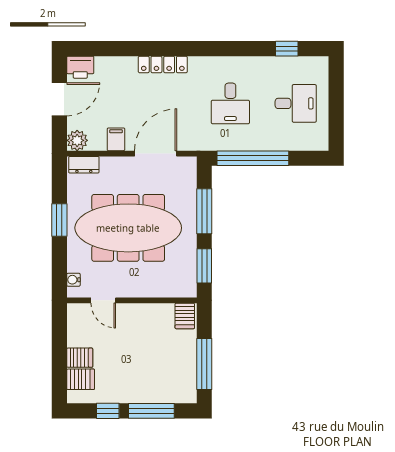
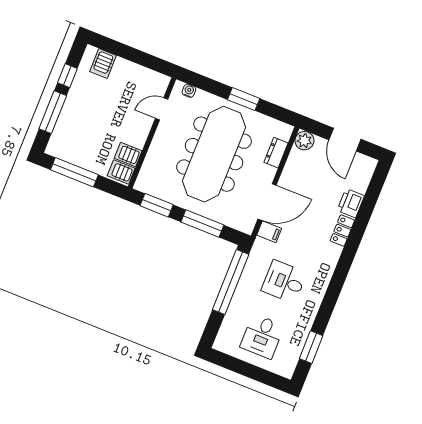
window: (287, 49) -> (311, 347), width x1.50
locker: (163, 64) -> (342, 231), width x0.66
printer: (80, 67) -> (351, 203), moved
filing cabinet: (116, 139) -> (269, 232), moved
door: (156, 154) -> (267, 202), hinge flipped
dresser: (84, 165) -> (276, 153), moved
server rack: (80, 358) -> (128, 155), moved, turned 90

